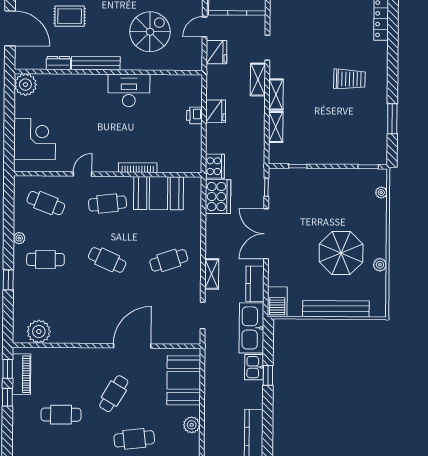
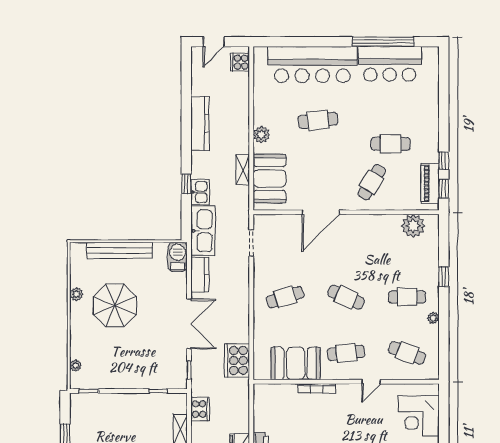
cooker: (215, 166) -> (200, 409), moved, turned 180
shelving: (212, 274) -> (243, 170), moved
cafe table: (114, 394) -> (372, 182), moved

